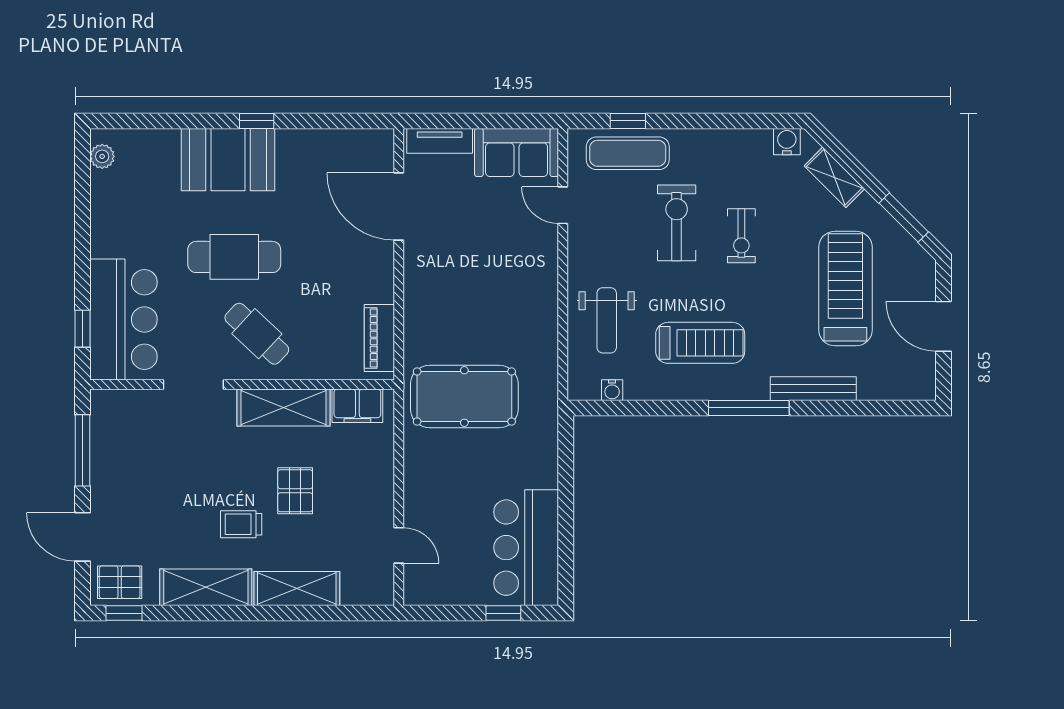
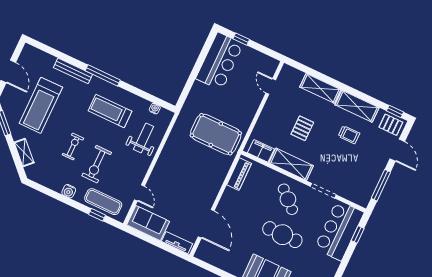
water cooler: (787, 142) -> (69, 191), moved
trolley: (241, 524) -> (349, 135), moved

